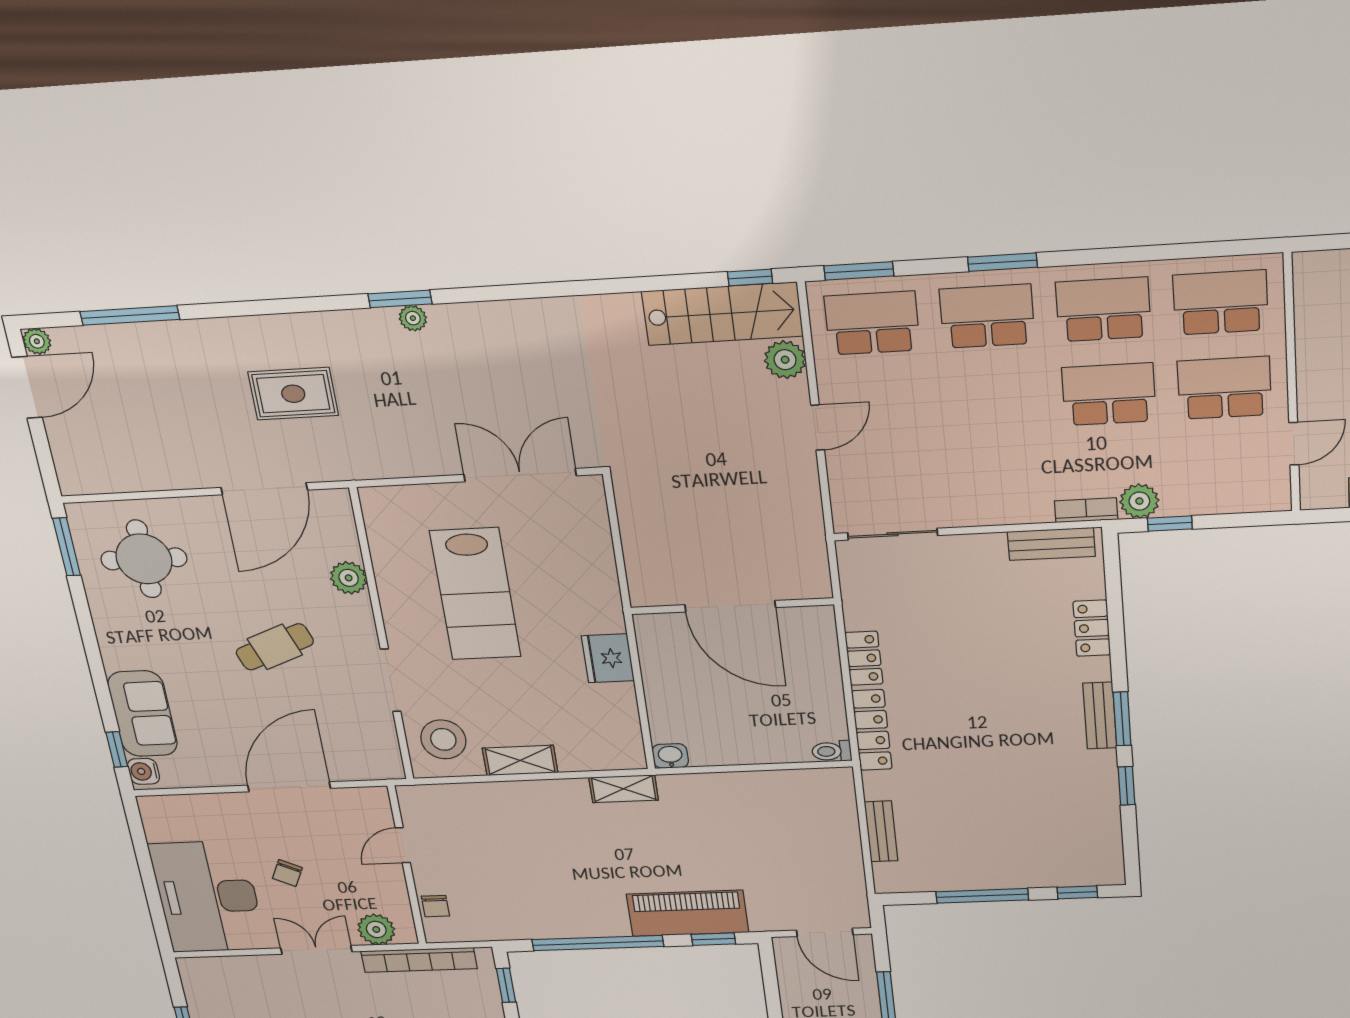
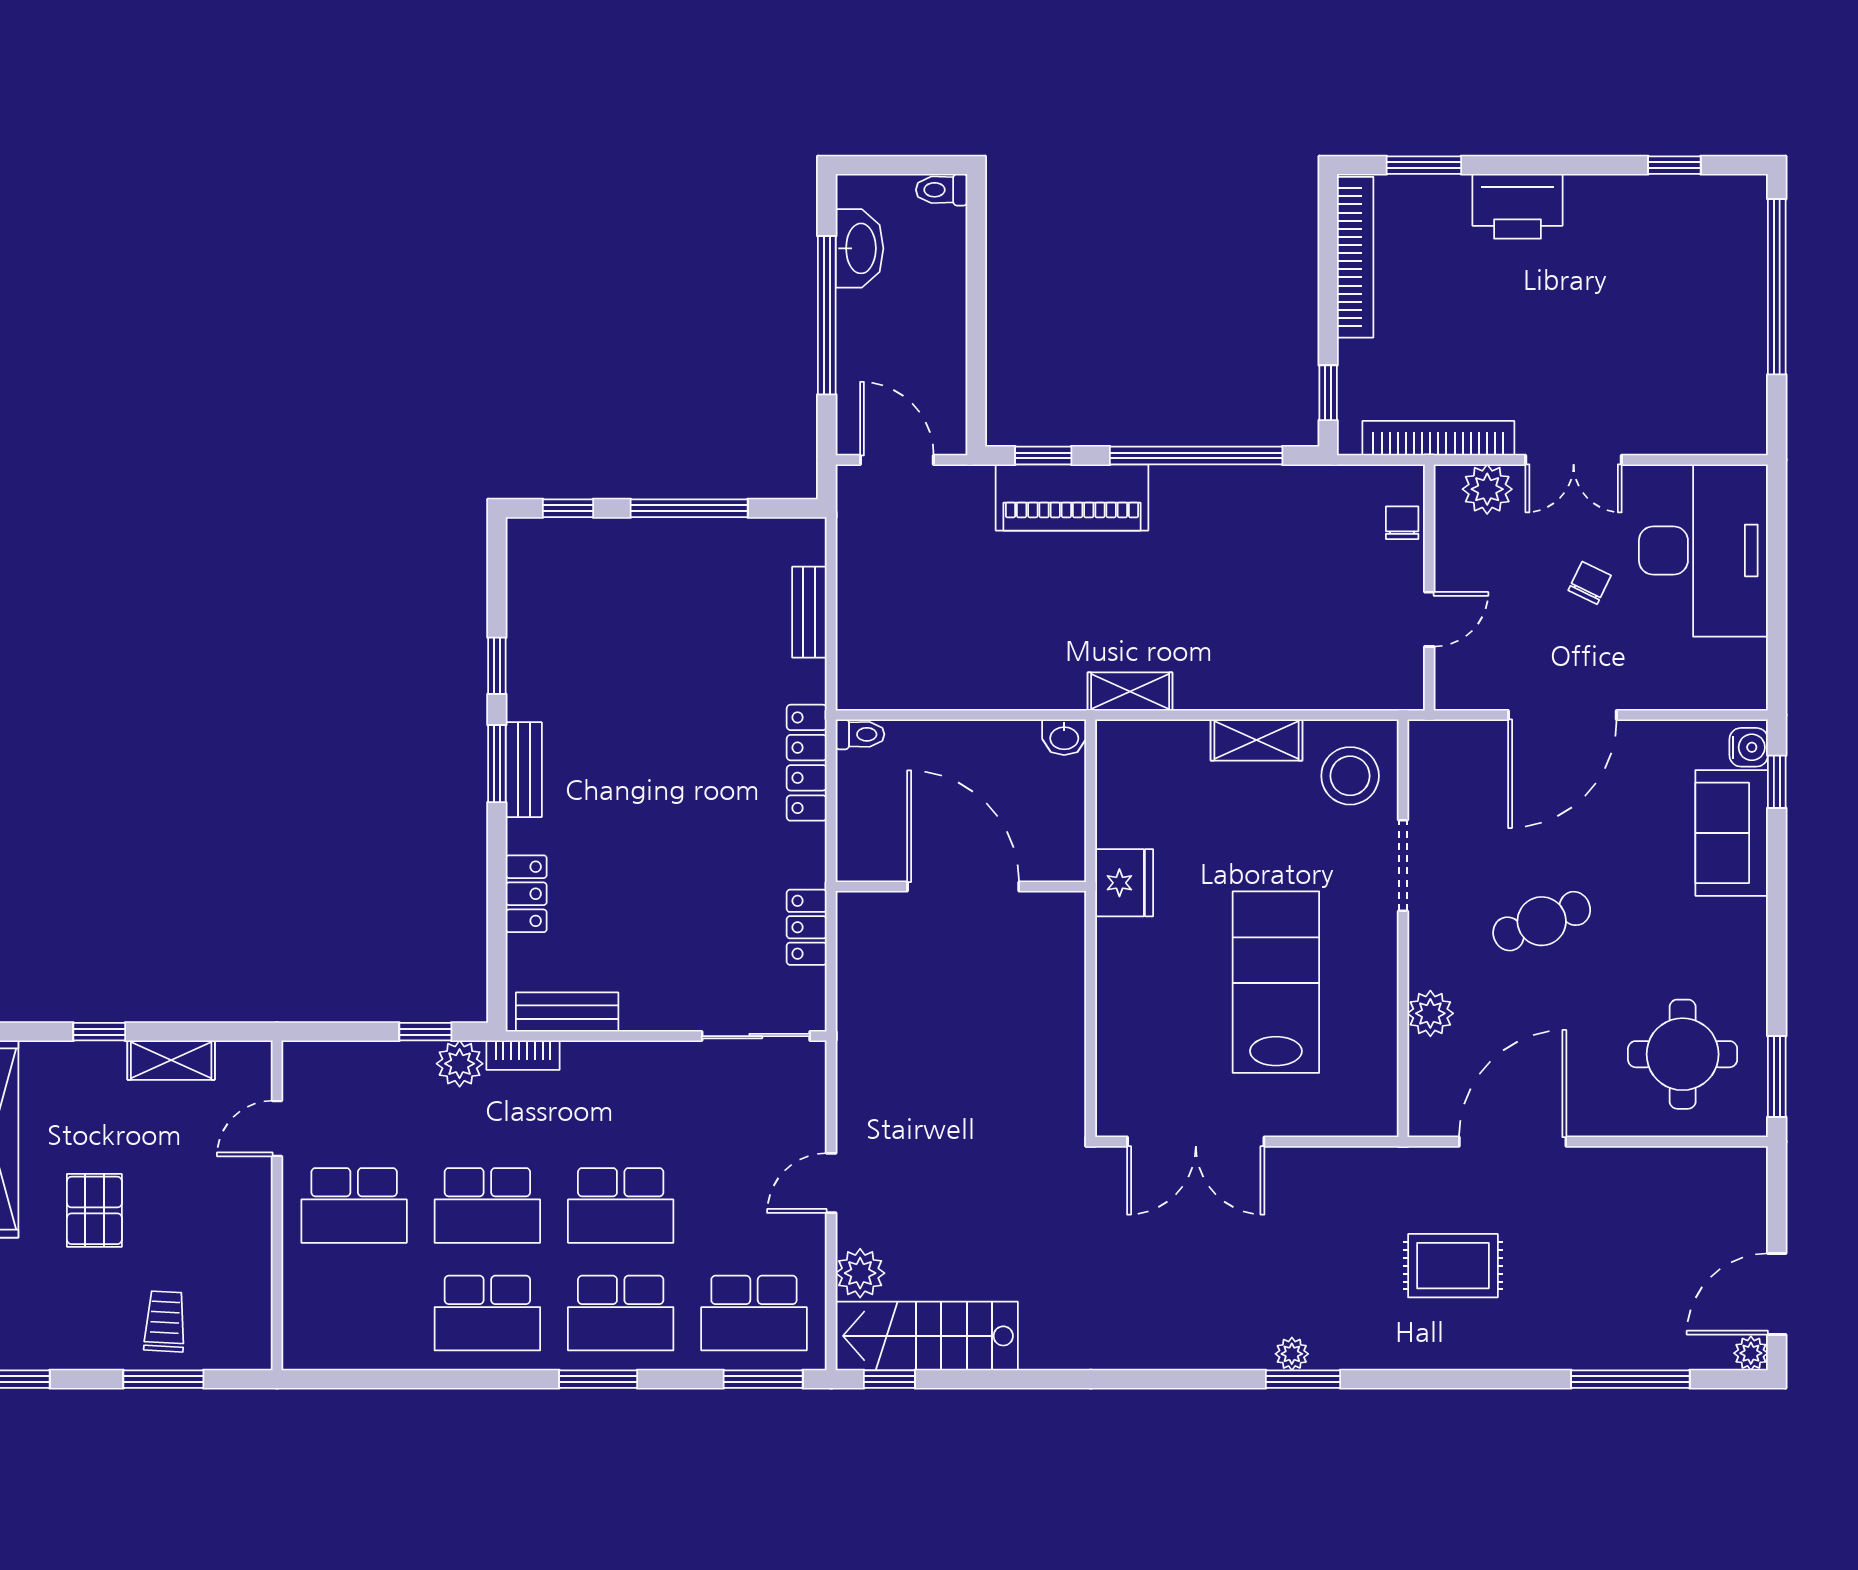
school desk: (1221, 303) -> (621, 1205), moved
door: (730, 606) -> (963, 887), moved
wall: (732, 606) -> (961, 887), moved
locker: (864, 658) -> (807, 927), moved

